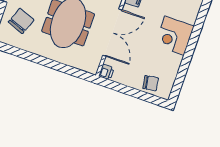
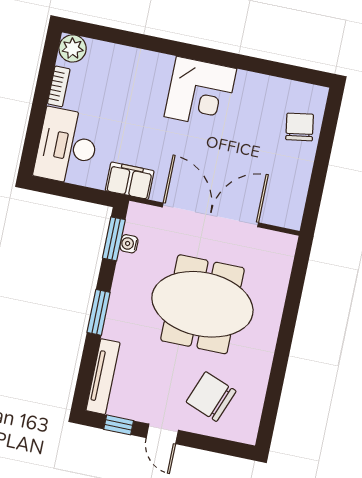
printer: (106, 72) -> (289, 216), removed

